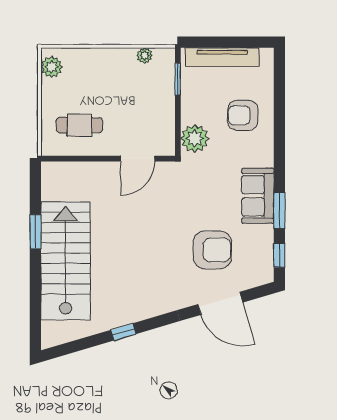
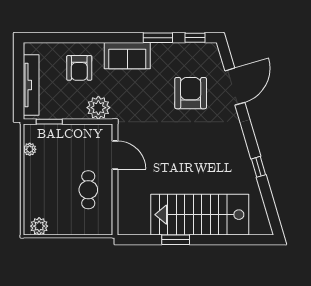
cafe table: (79, 125) -> (88, 190), moved
sofa: (258, 196) -> (127, 56), moved

